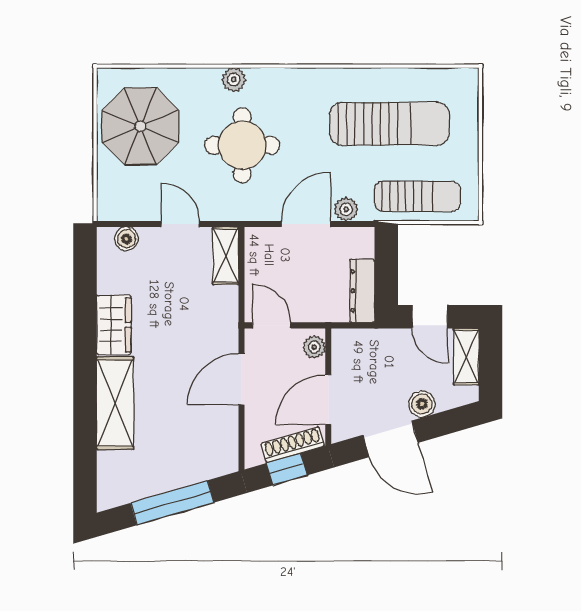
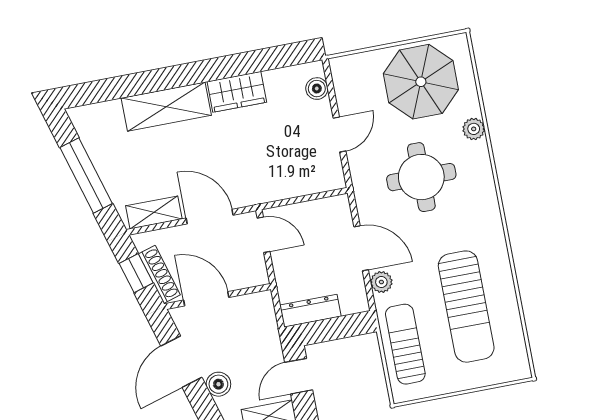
plant: (234, 80) -> (474, 129), moved
sun lounger: (417, 196) -> (405, 344), turned 180
shelving: (226, 256) -> (154, 212), moved
door: (272, 325) -> (264, 235), hinge flipped
plant: (314, 347) -> (251, 277), removed

